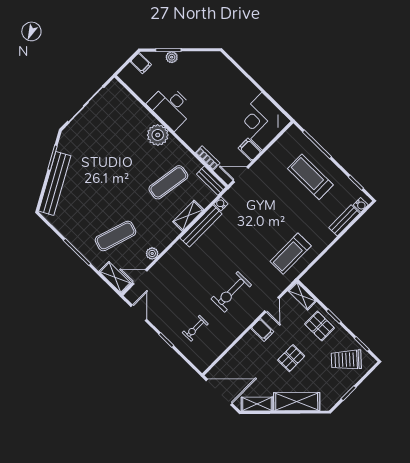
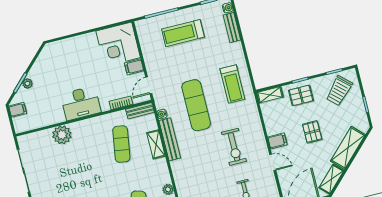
desk: (171, 107) -> (81, 103), moved
plant: (158, 135) -> (62, 135), moved
exercise mat: (249, 231) -> (196, 105), added
door: (272, 305) -> (273, 162), moved

